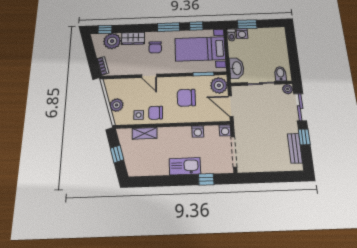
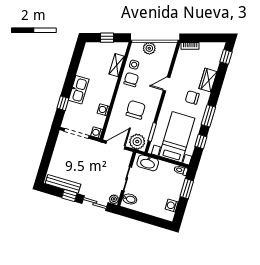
washing machine: (242, 34) -> (172, 206), moved
plant: (112, 41) -> (212, 60), removed
bench: (295, 148) -> (63, 184), width x1.36

